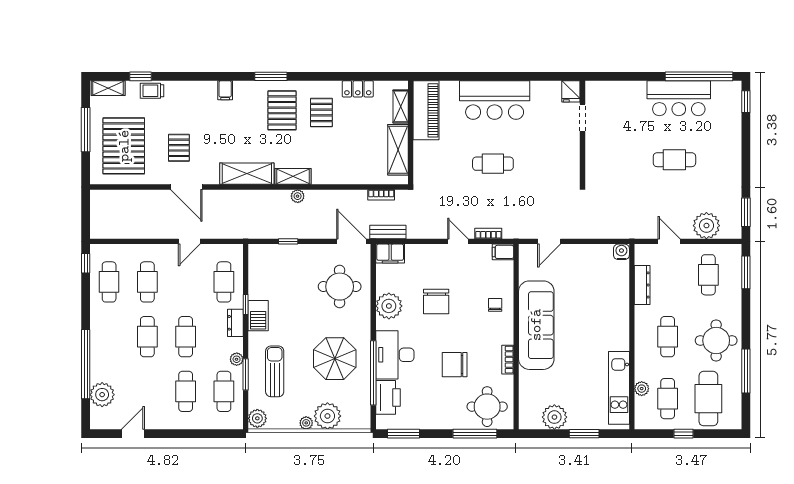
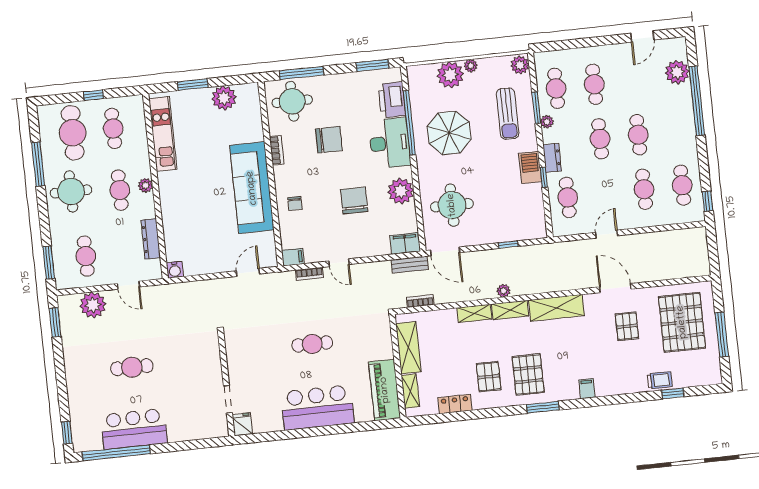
shelving: (108, 88) -> (474, 313), moved
plant: (642, 389) -> (145, 185), moved

